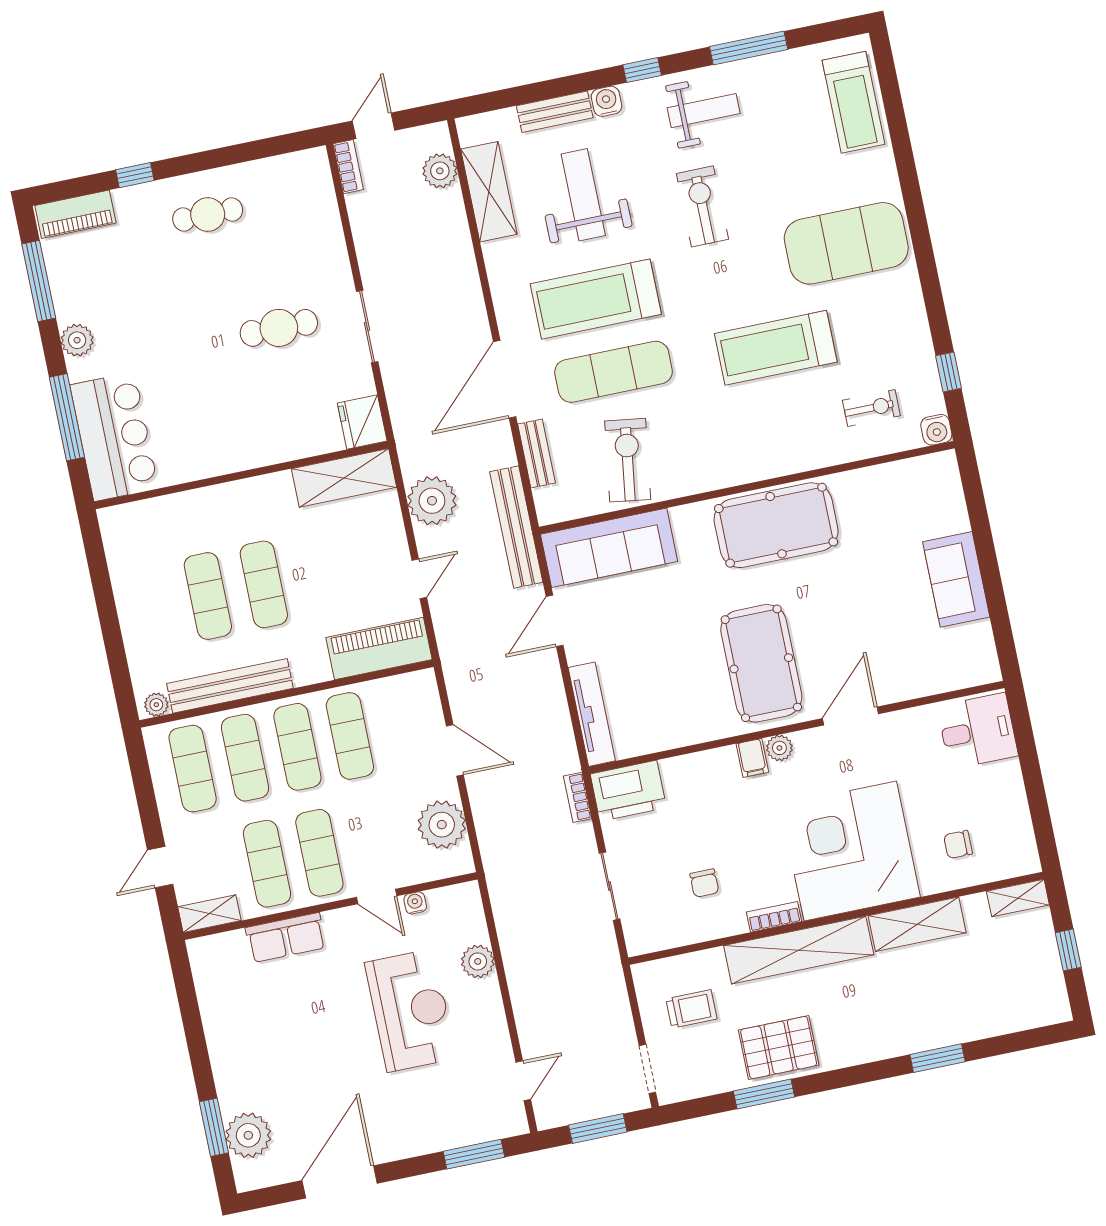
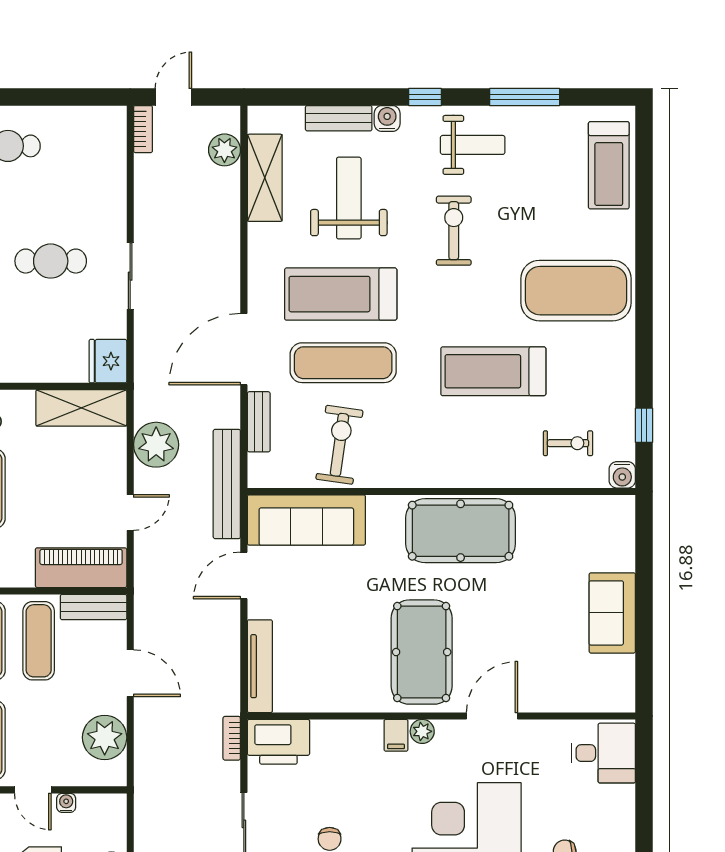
bench: (401, 688) -> (94, 607), added

